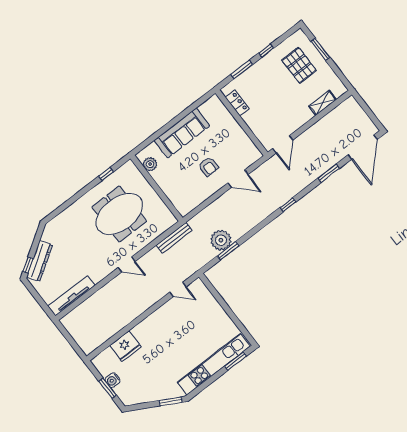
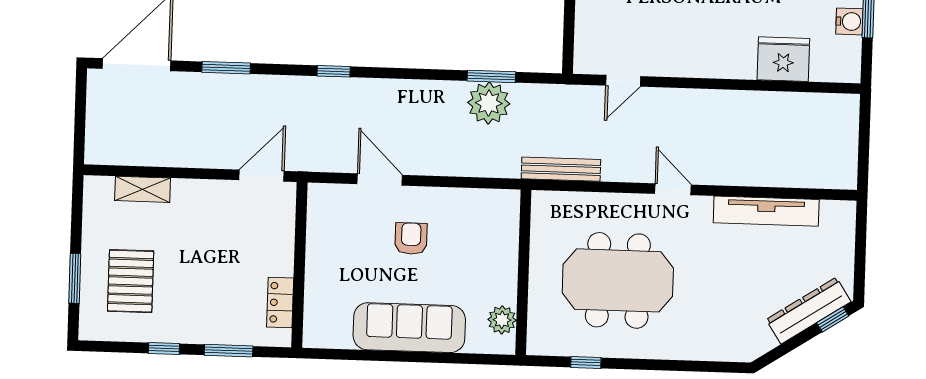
door: (178, 289) -> (623, 81), swing flipped
tv unit: (71, 296) -> (766, 211), moved

